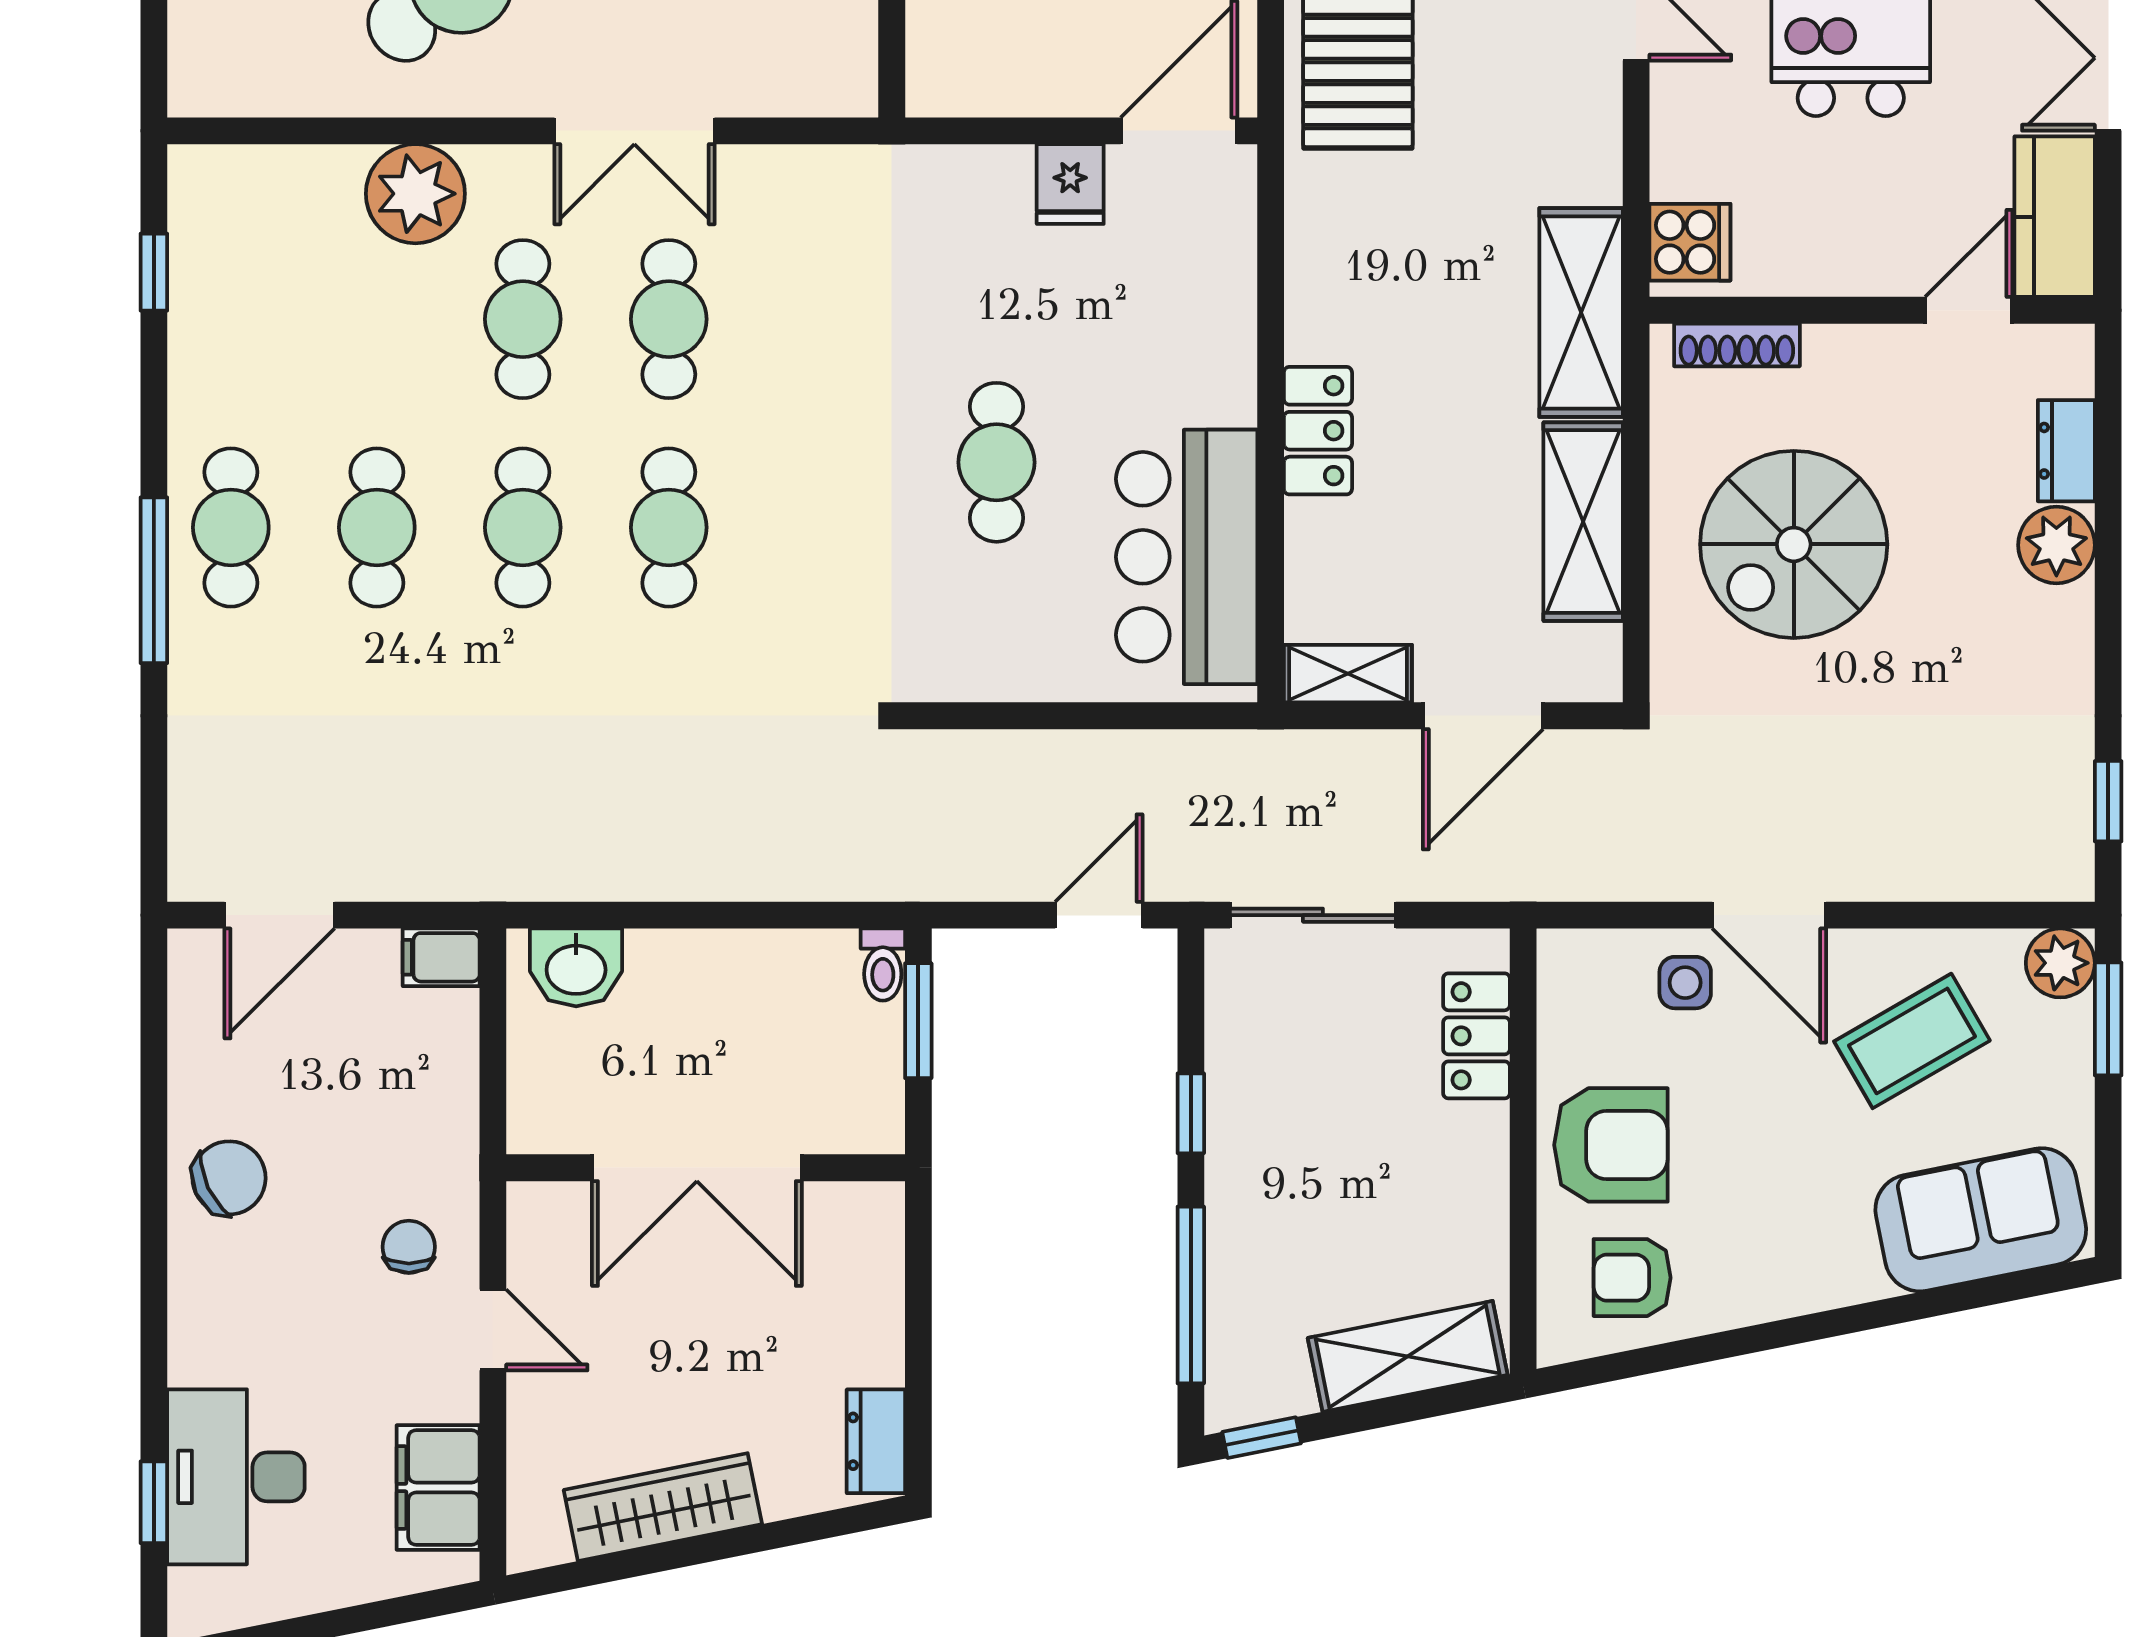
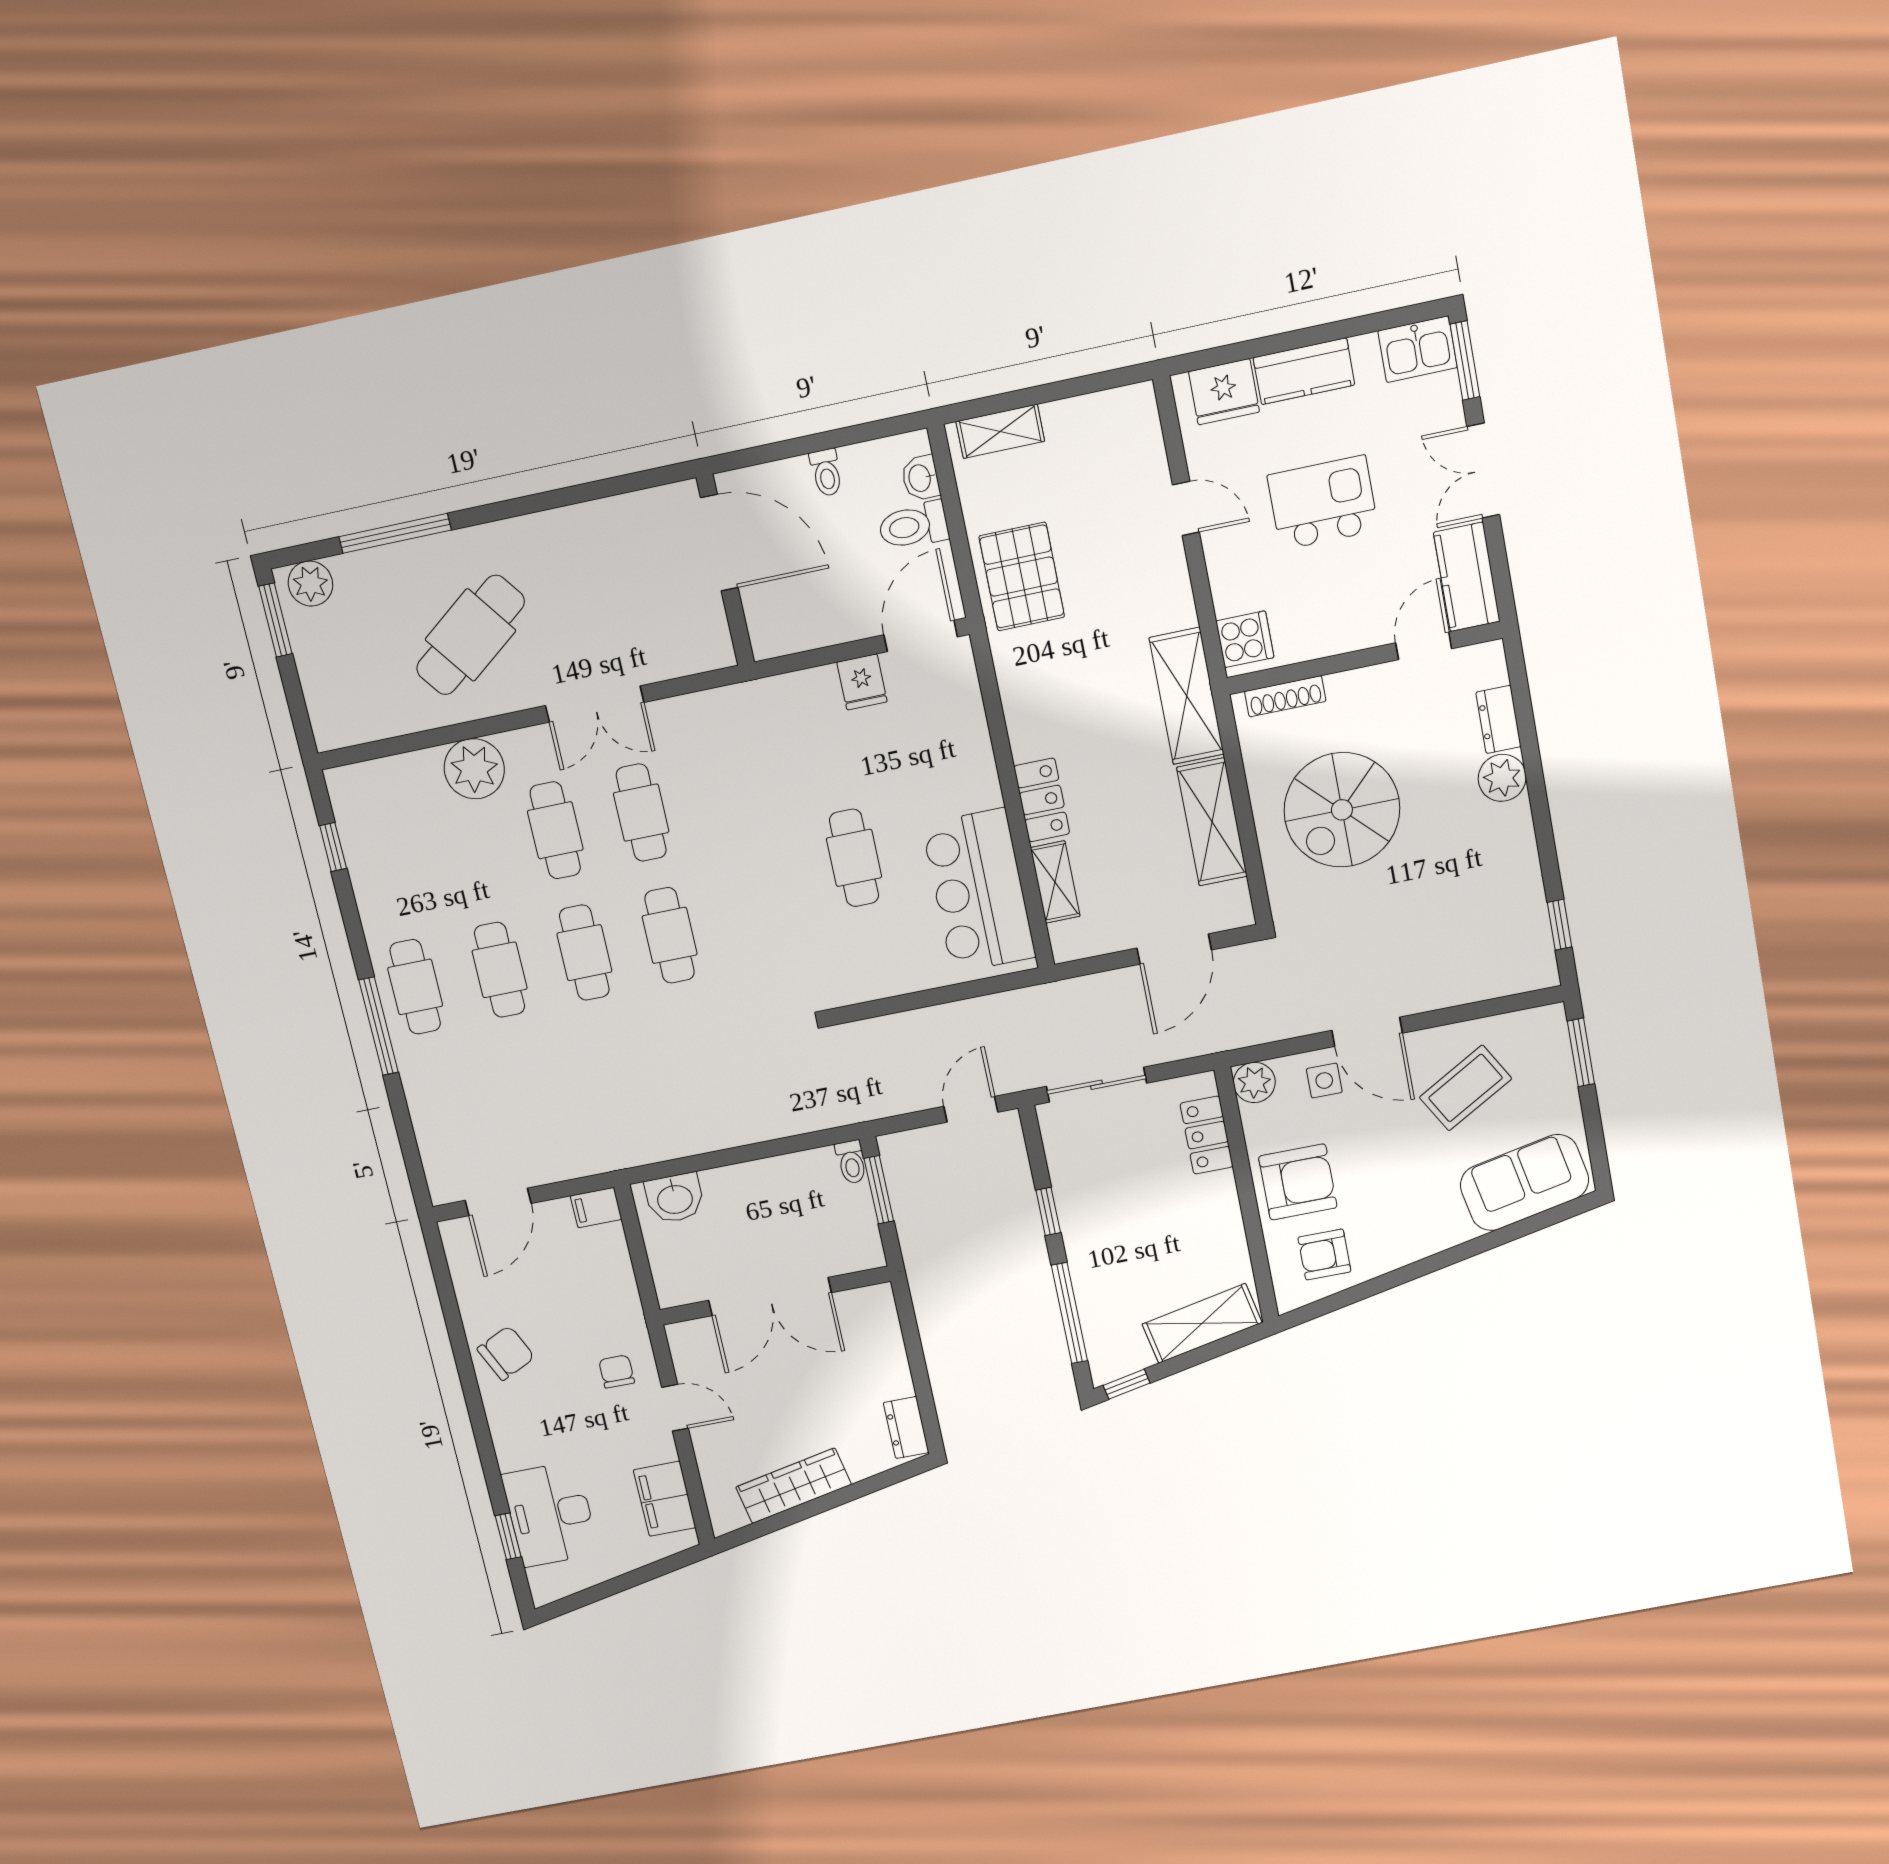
shelving: (1348, 674) -> (1055, 882), moved, turned 90
plant: (2060, 963) -> (1254, 1082), moved

